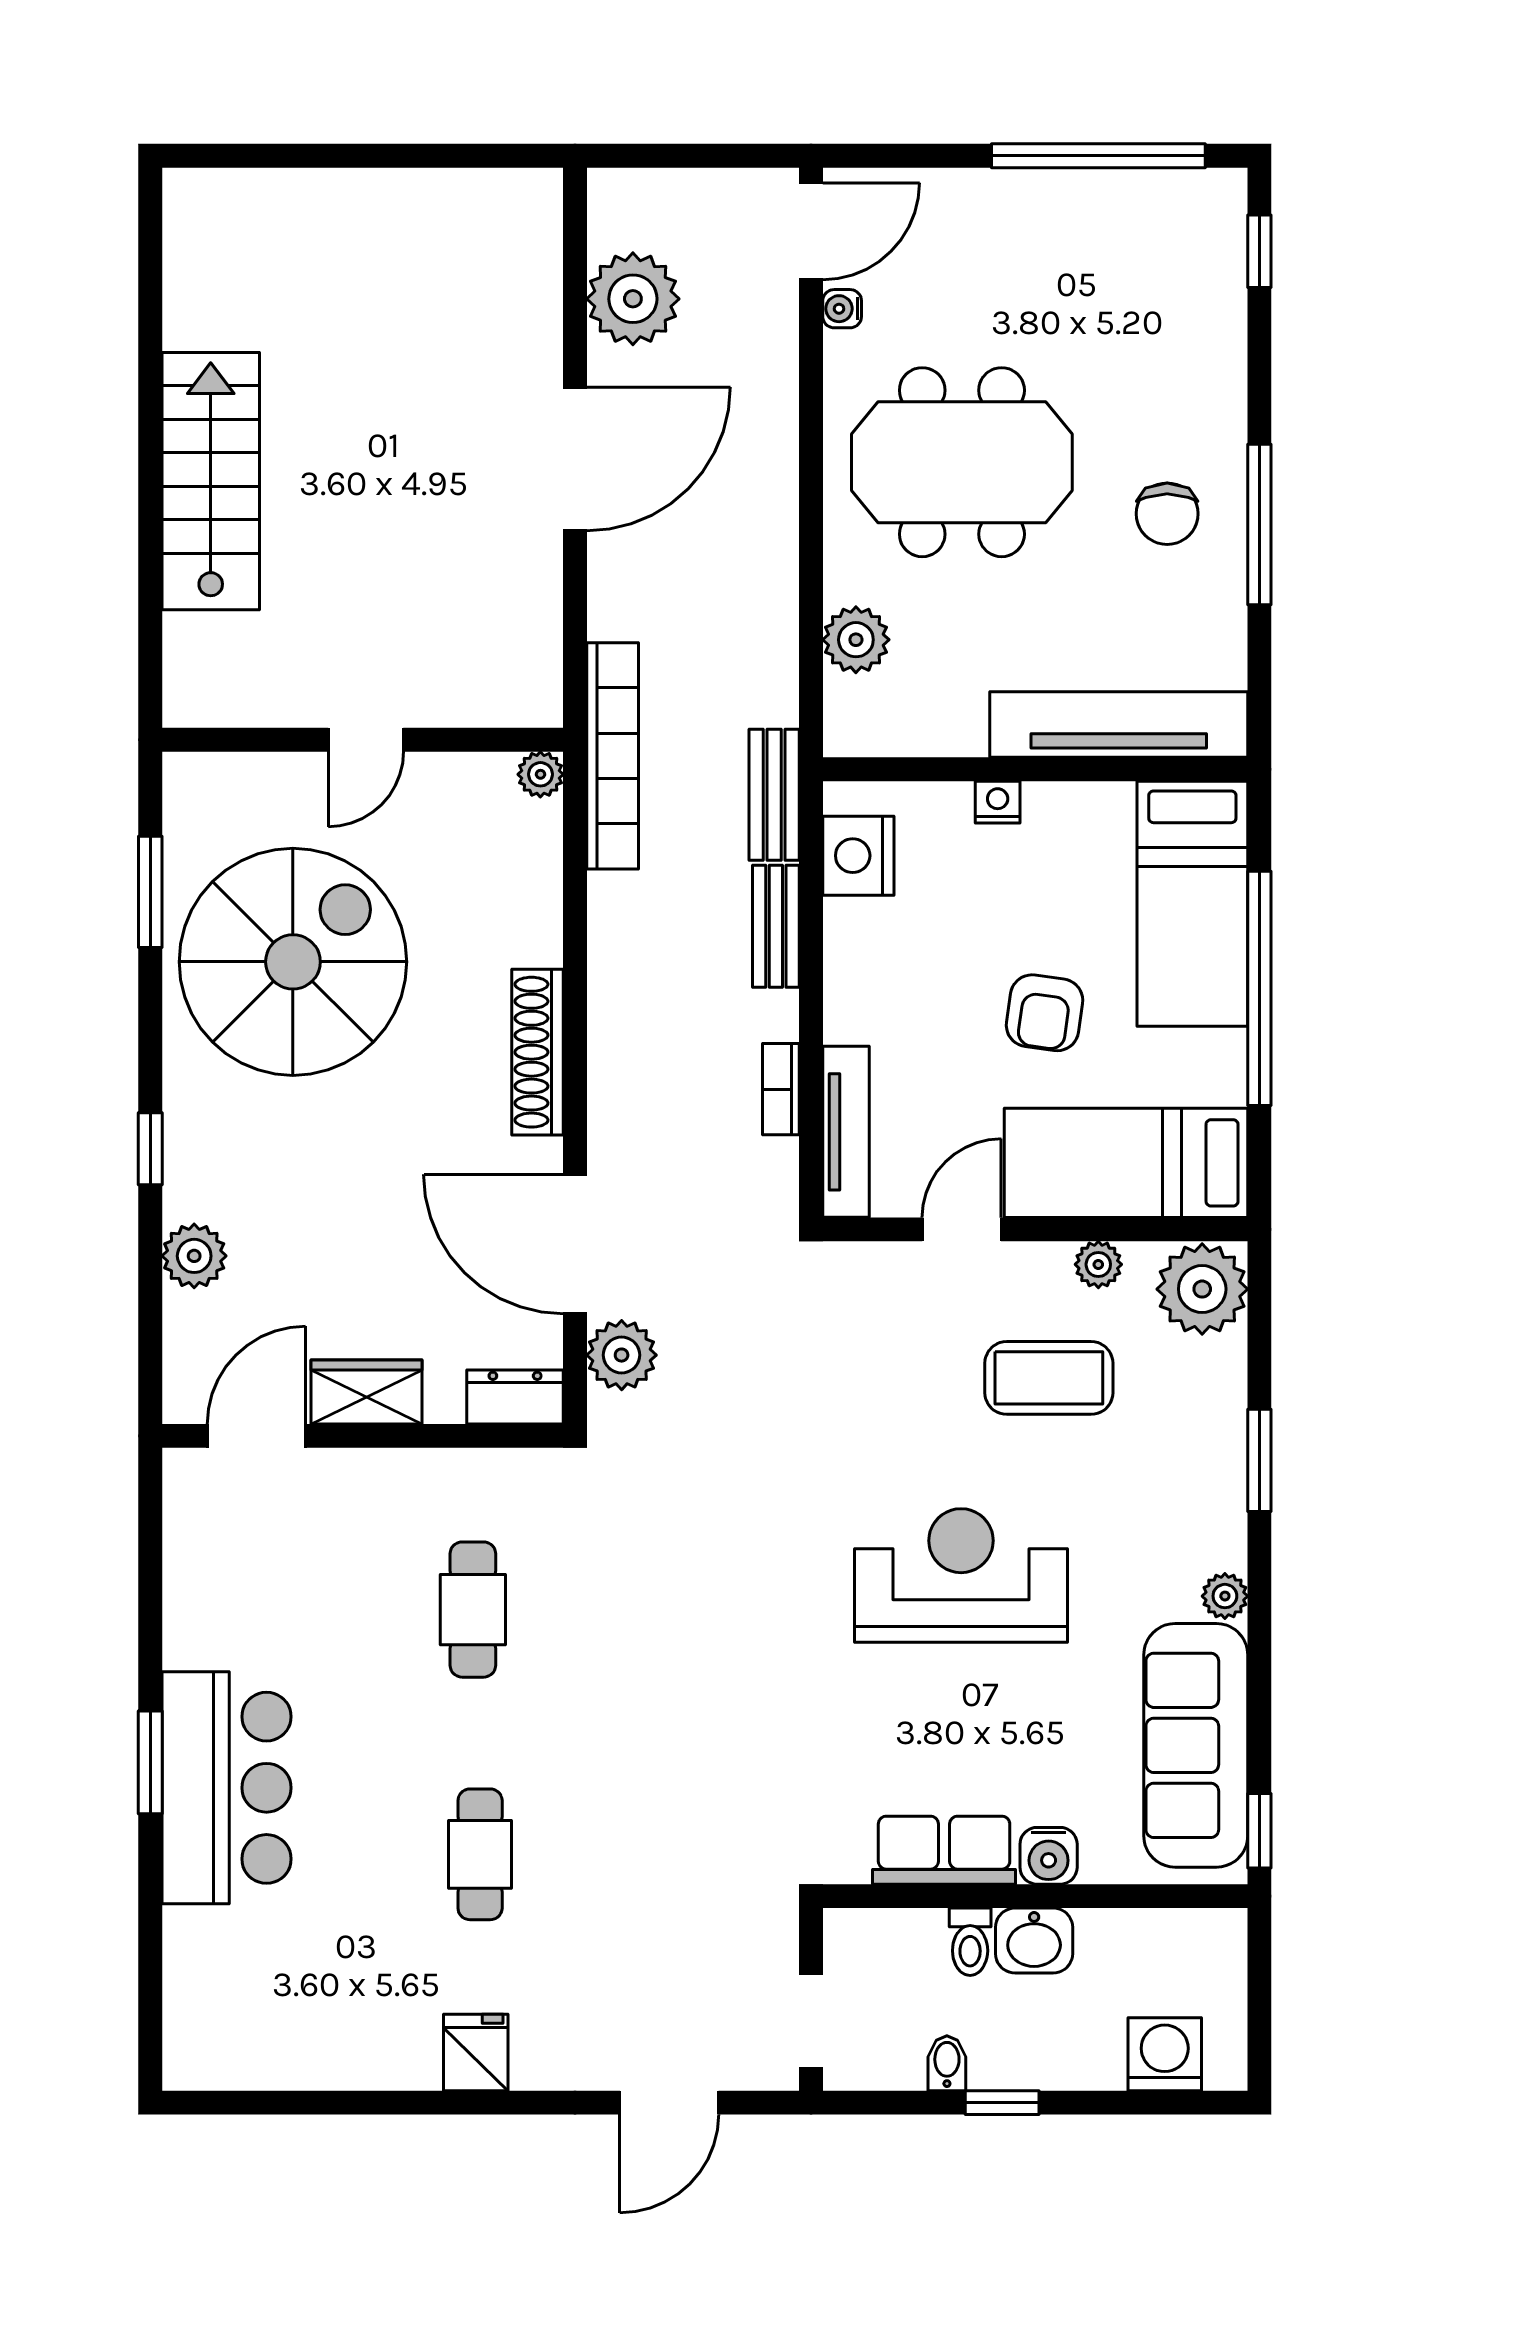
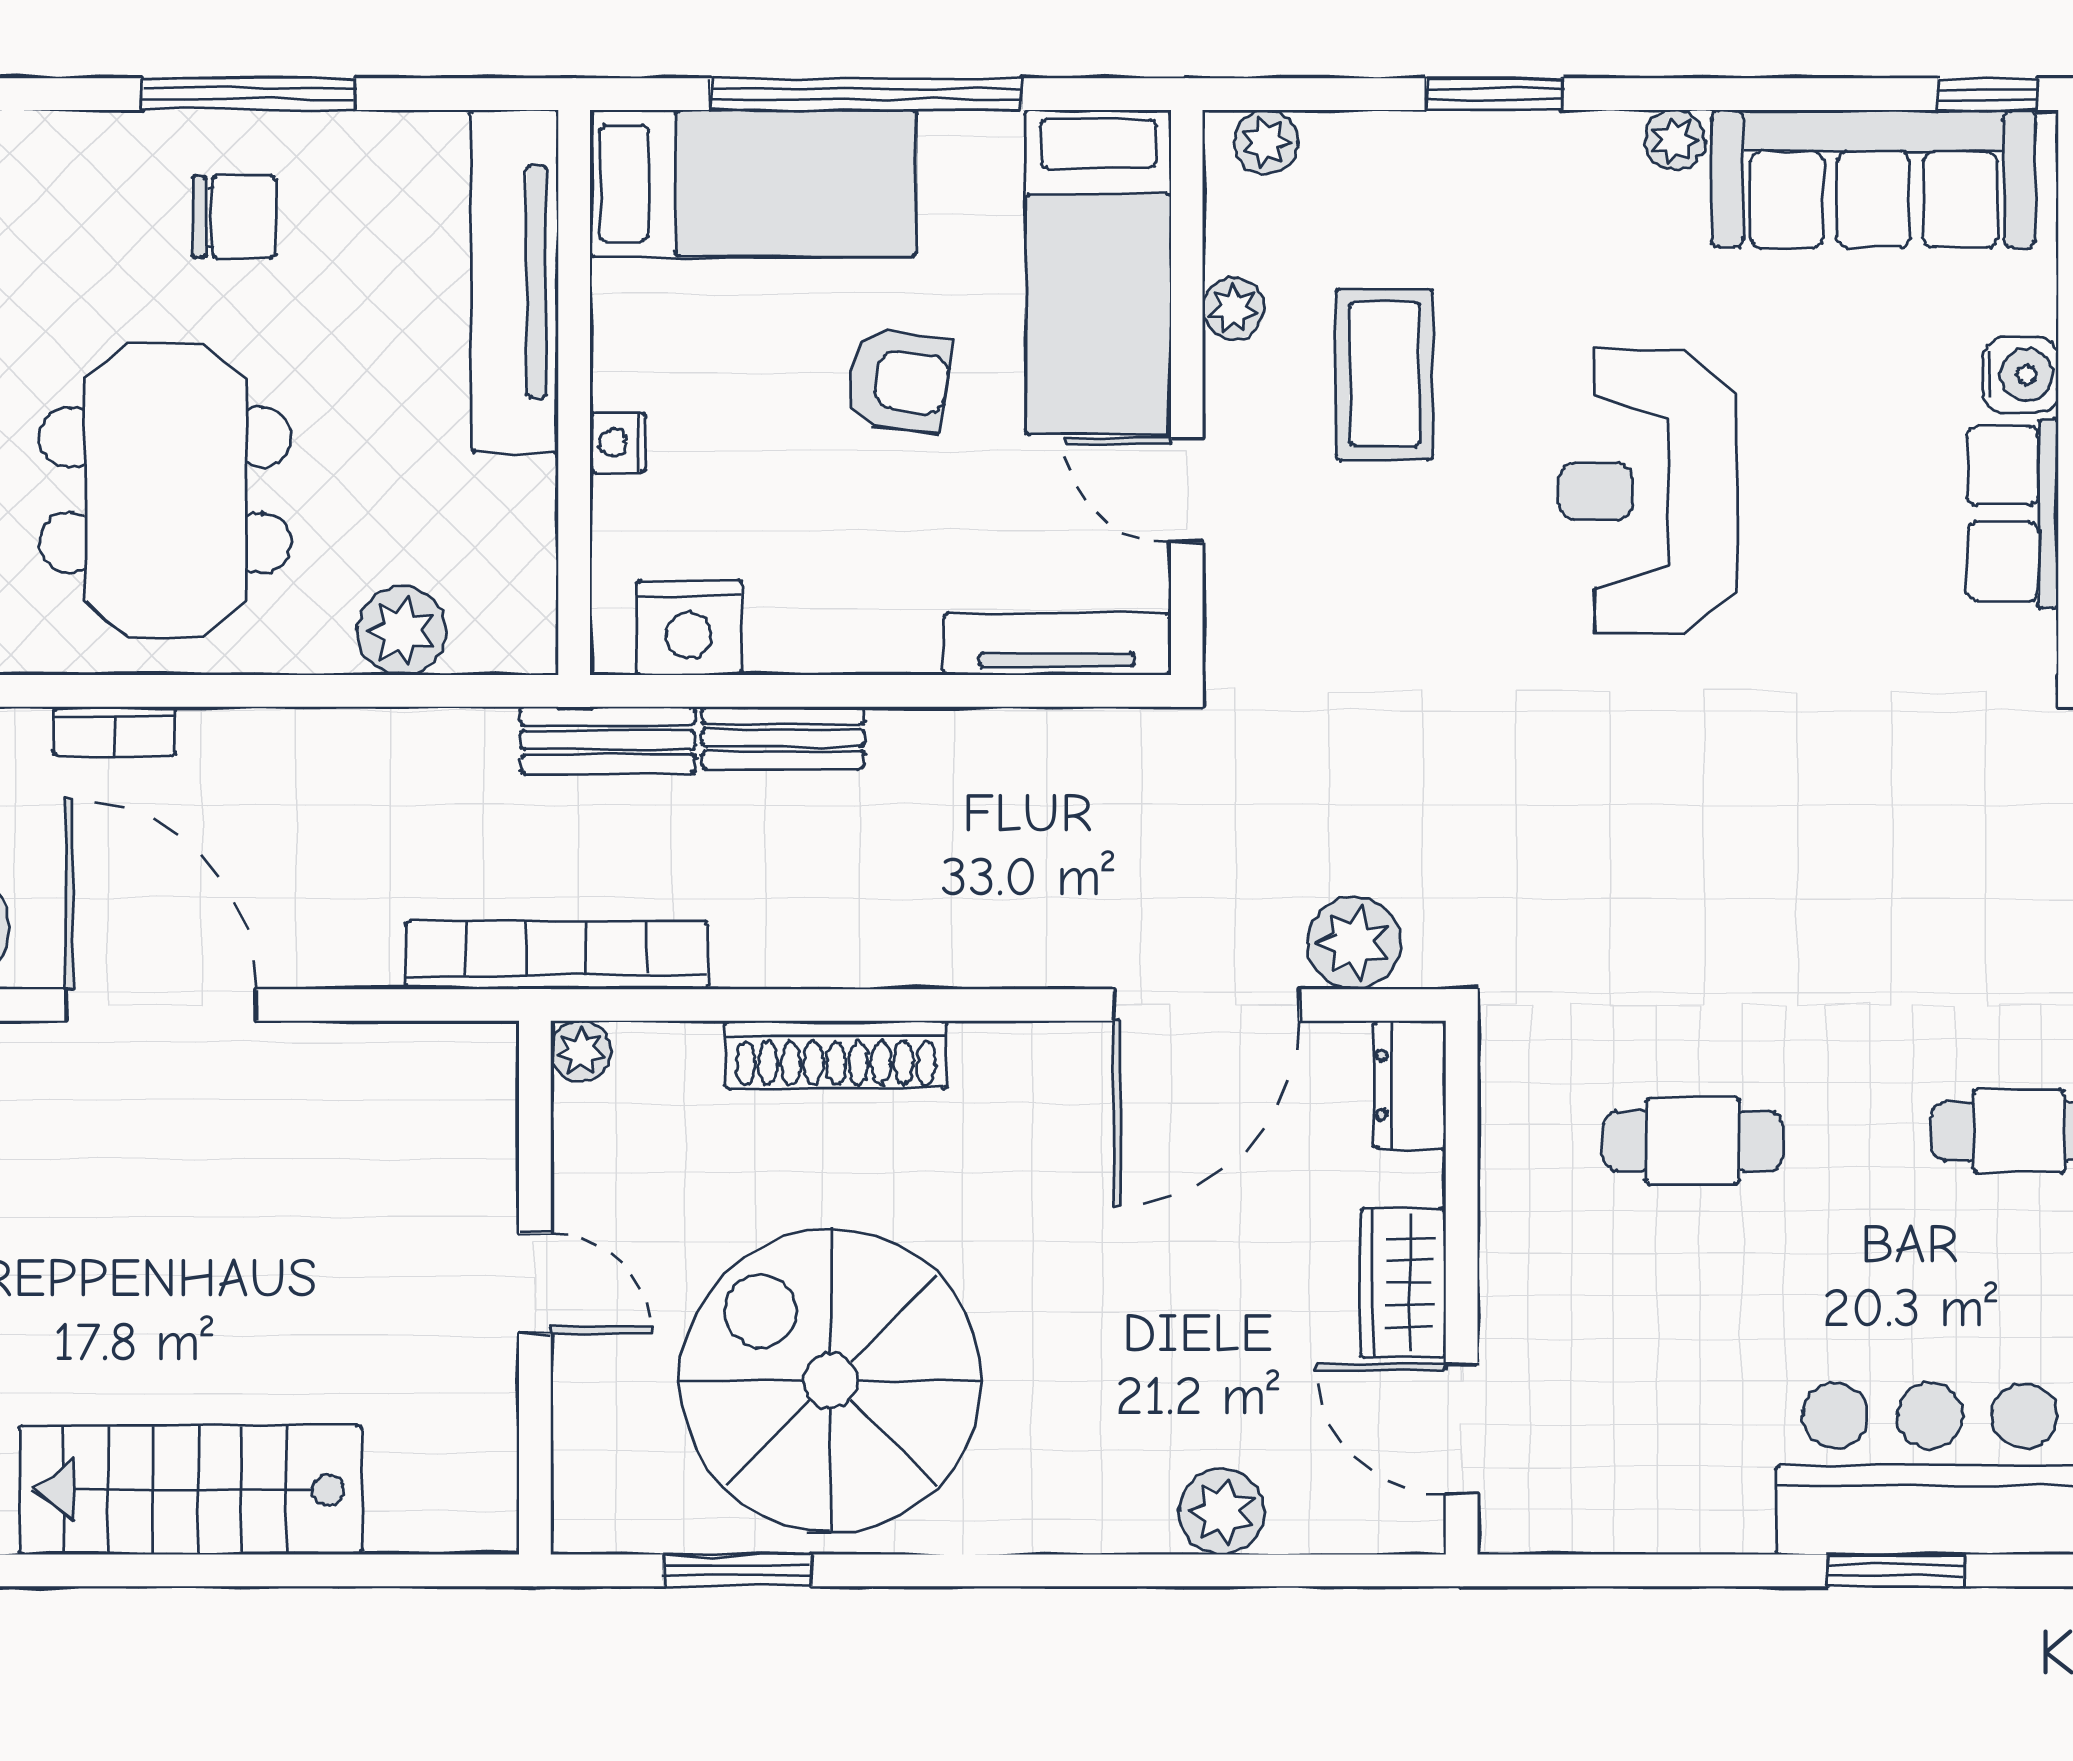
shoe rack: (538, 1052) -> (836, 1055), moved
bookcase: (781, 1089) -> (114, 731), moved
window: (150, 1149) -> (1079, 1570), removed
plant: (1202, 1289) -> (1266, 142), width x0.53, depth x0.53

